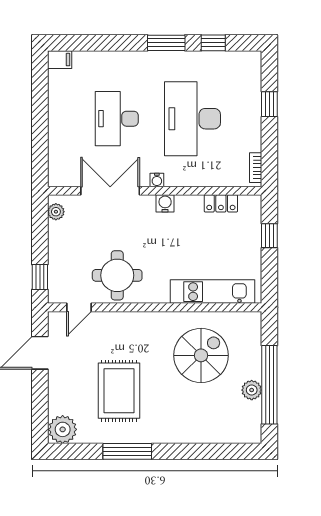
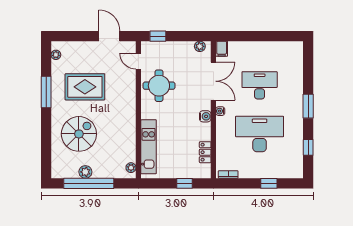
window: (166, 43) -> (308, 106), moved
filing cabinet: (60, 60) -> (222, 49), moved
plant: (245, 319) -> (131, 168), added
spiral stairs: (201, 355) -> (79, 134), moved, turned -90
plant: (63, 429) -> (56, 55), width x0.53, depth x0.53

